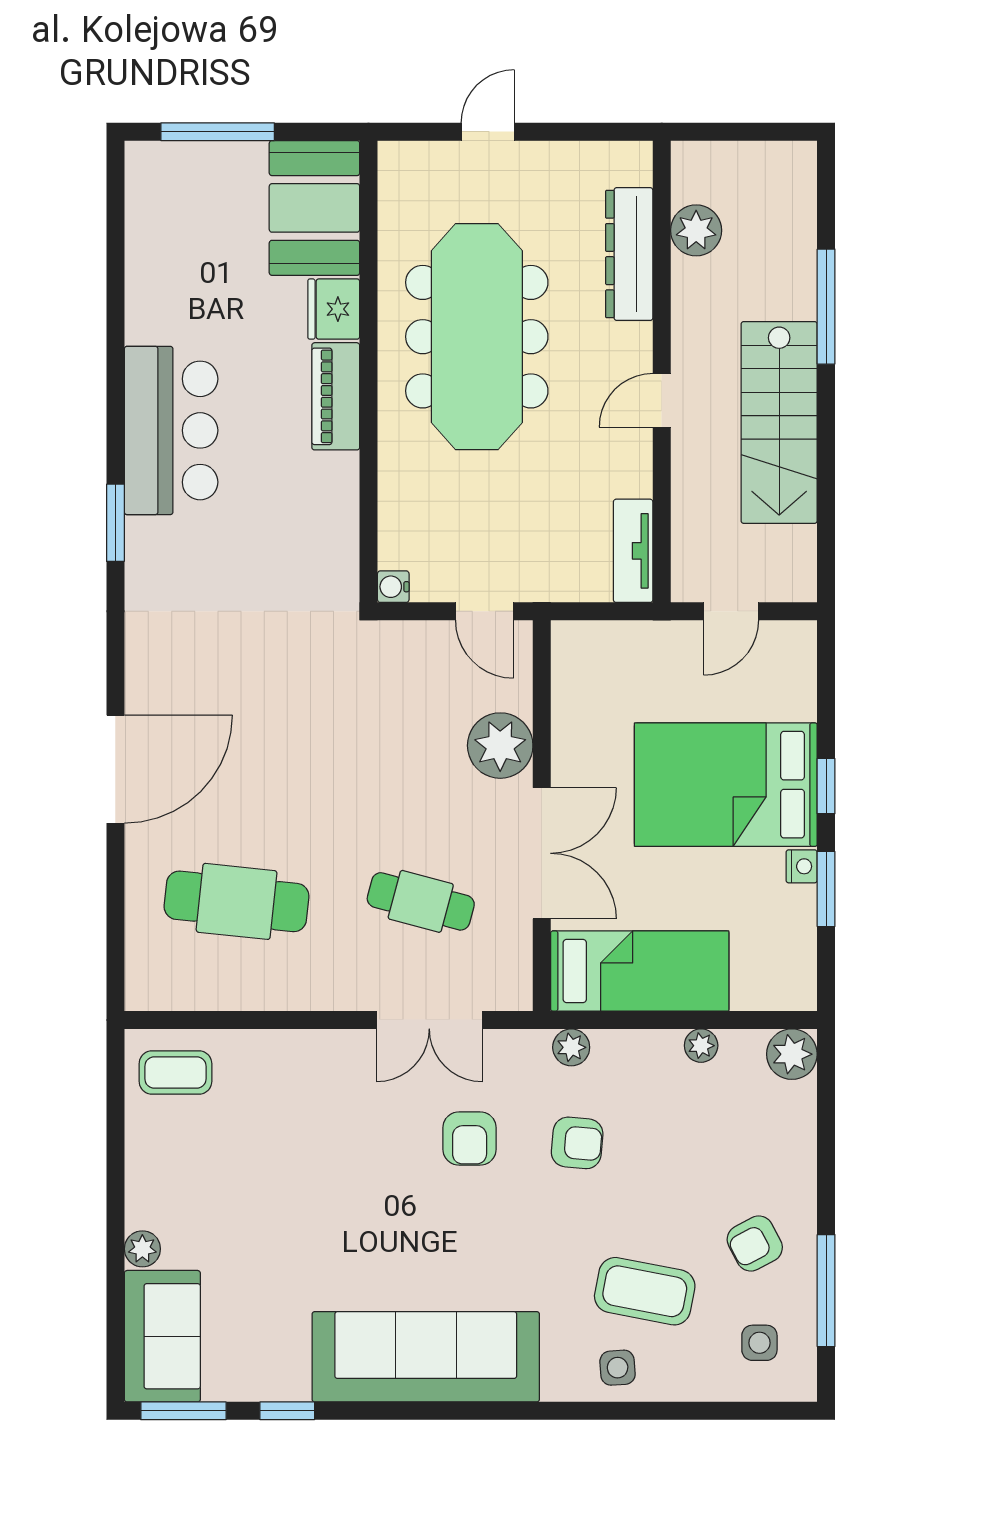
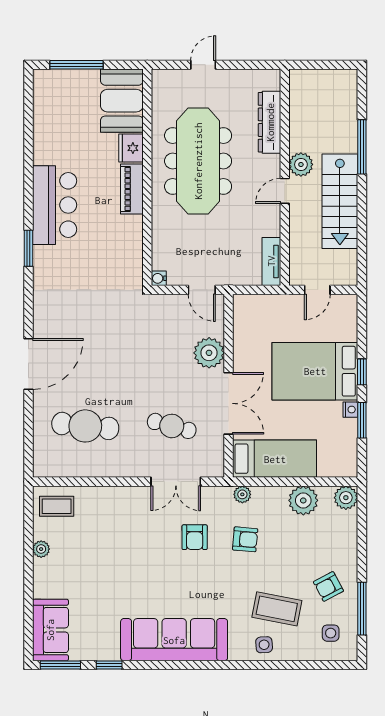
plant: (696, 230) -> (301, 164), moved
plant: (701, 1046) -> (303, 500), width x1.88, depth x1.88
plant: (142, 1249) -> (41, 549), moved

